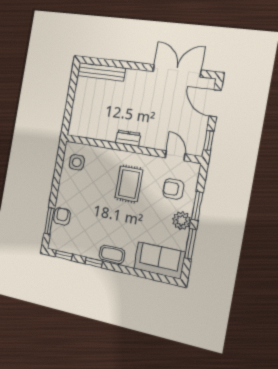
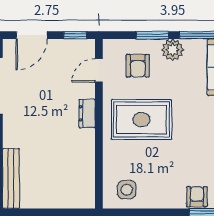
dresser: (128, 138) -> (87, 113), moved
rug: (129, 184) -> (141, 120), width x1.36, depth x1.43
armchair: (62, 216) -> (197, 197), turned 90

